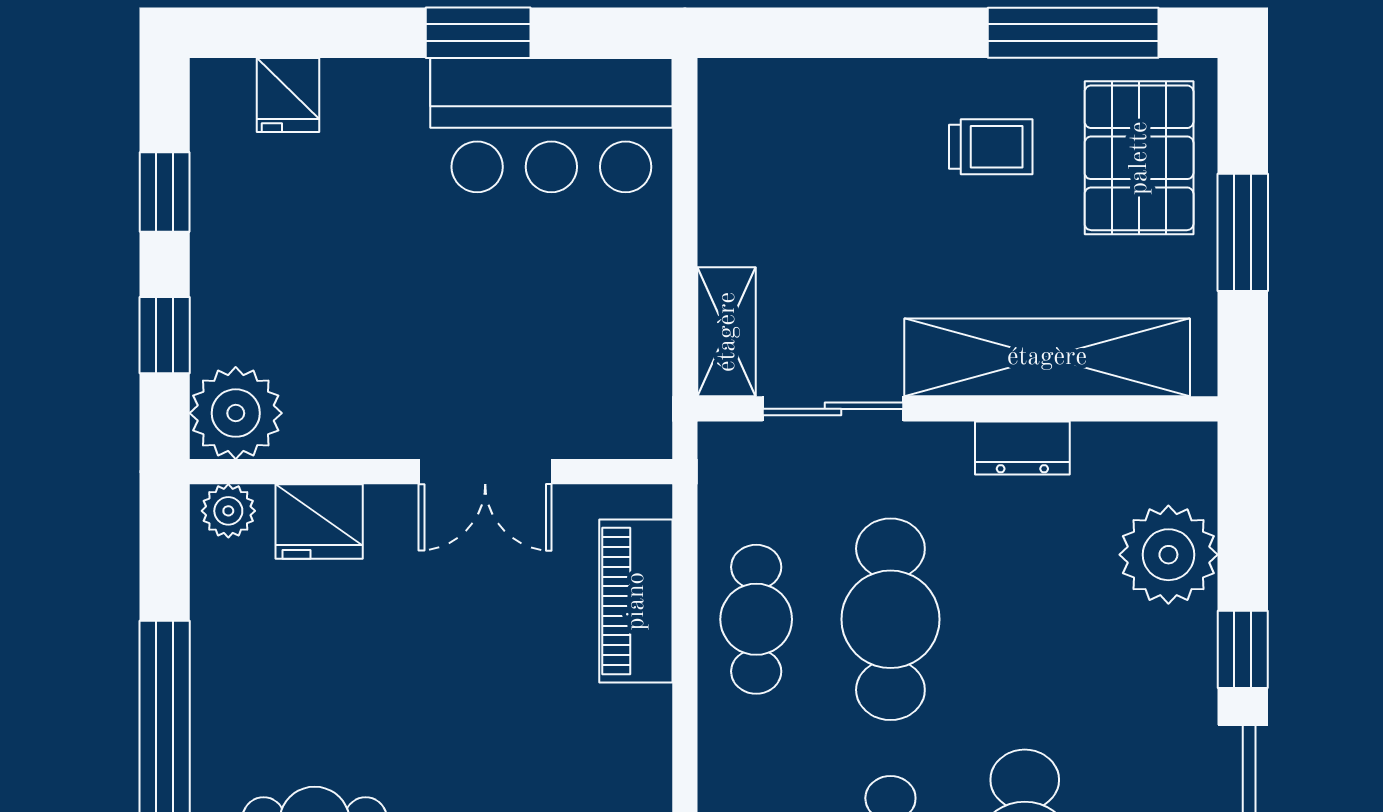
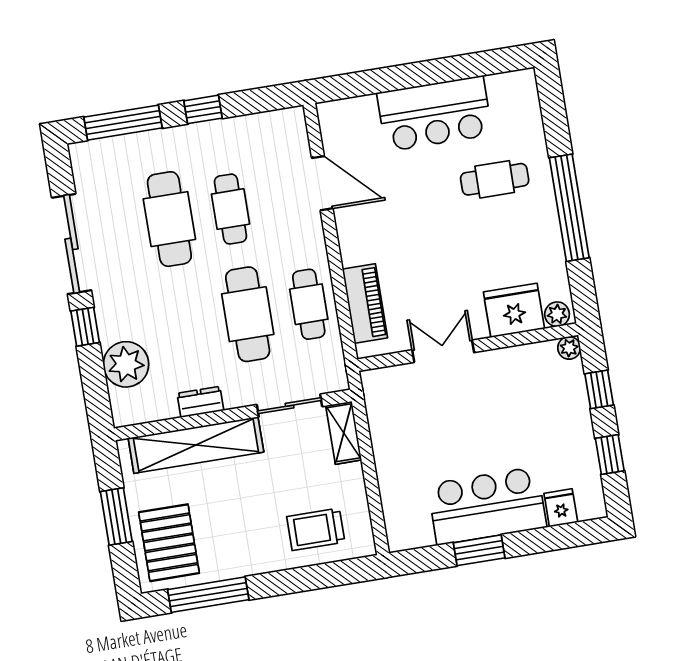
bar counter: (551, 125) -> (487, 506), moved
trolley: (991, 147) -> (316, 529), moved, width x1.36, depth x1.39
plant: (236, 413) -> (569, 348), width x0.53, depth x0.53
fridge: (319, 522) -> (514, 310), width x1.36, depth x1.34

